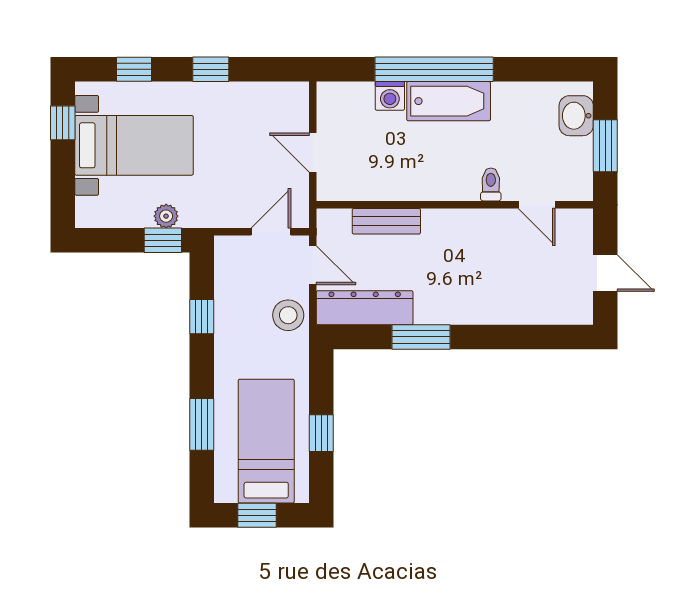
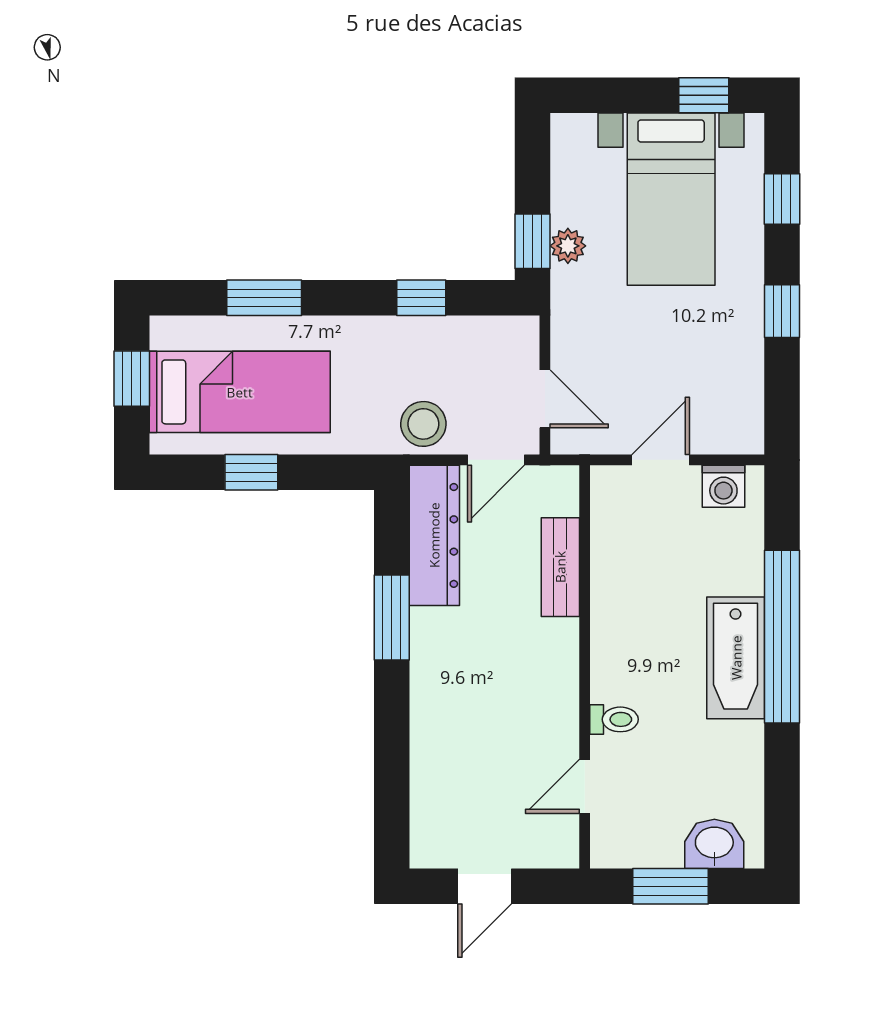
washing machine: (390, 96) -> (723, 486), moved, turned -90

